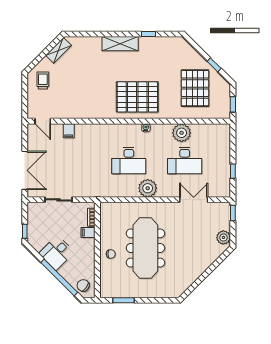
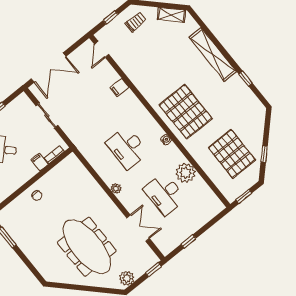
shelving: (120, 44) -> (213, 54), width x1.47
pallet: (195, 88) -> (232, 154), turned 90
window: (25, 96) -> (111, 17), added
filing cabinet: (69, 131) -> (119, 88), moved
plant: (148, 188) -> (116, 188), width x0.53, depth x0.53
meeting table: (145, 248) -> (87, 247), moved, turned 90

